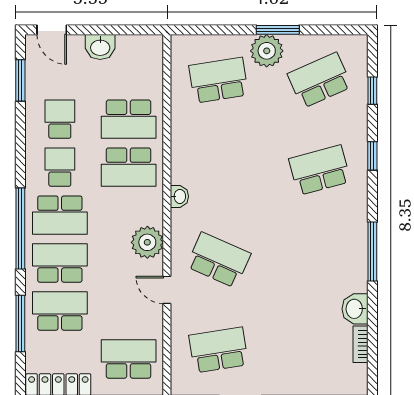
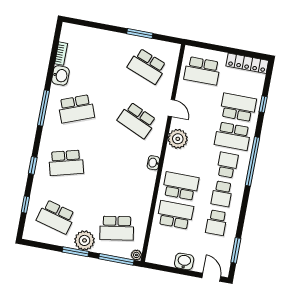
window: (210, 30) -> (116, 259), added
plant: (179, 43) -> (136, 255), added
school desk: (320, 80) -> (56, 217), turned 39
school desk: (60, 215) -> (227, 165), width x0.54
school desk: (320, 260) -> (76, 109), added
school desk: (60, 311) -> (238, 107), turned 180
window: (20, 323) -> (263, 104), width x0.46
school desk: (219, 350) -> (147, 66), turned 30

